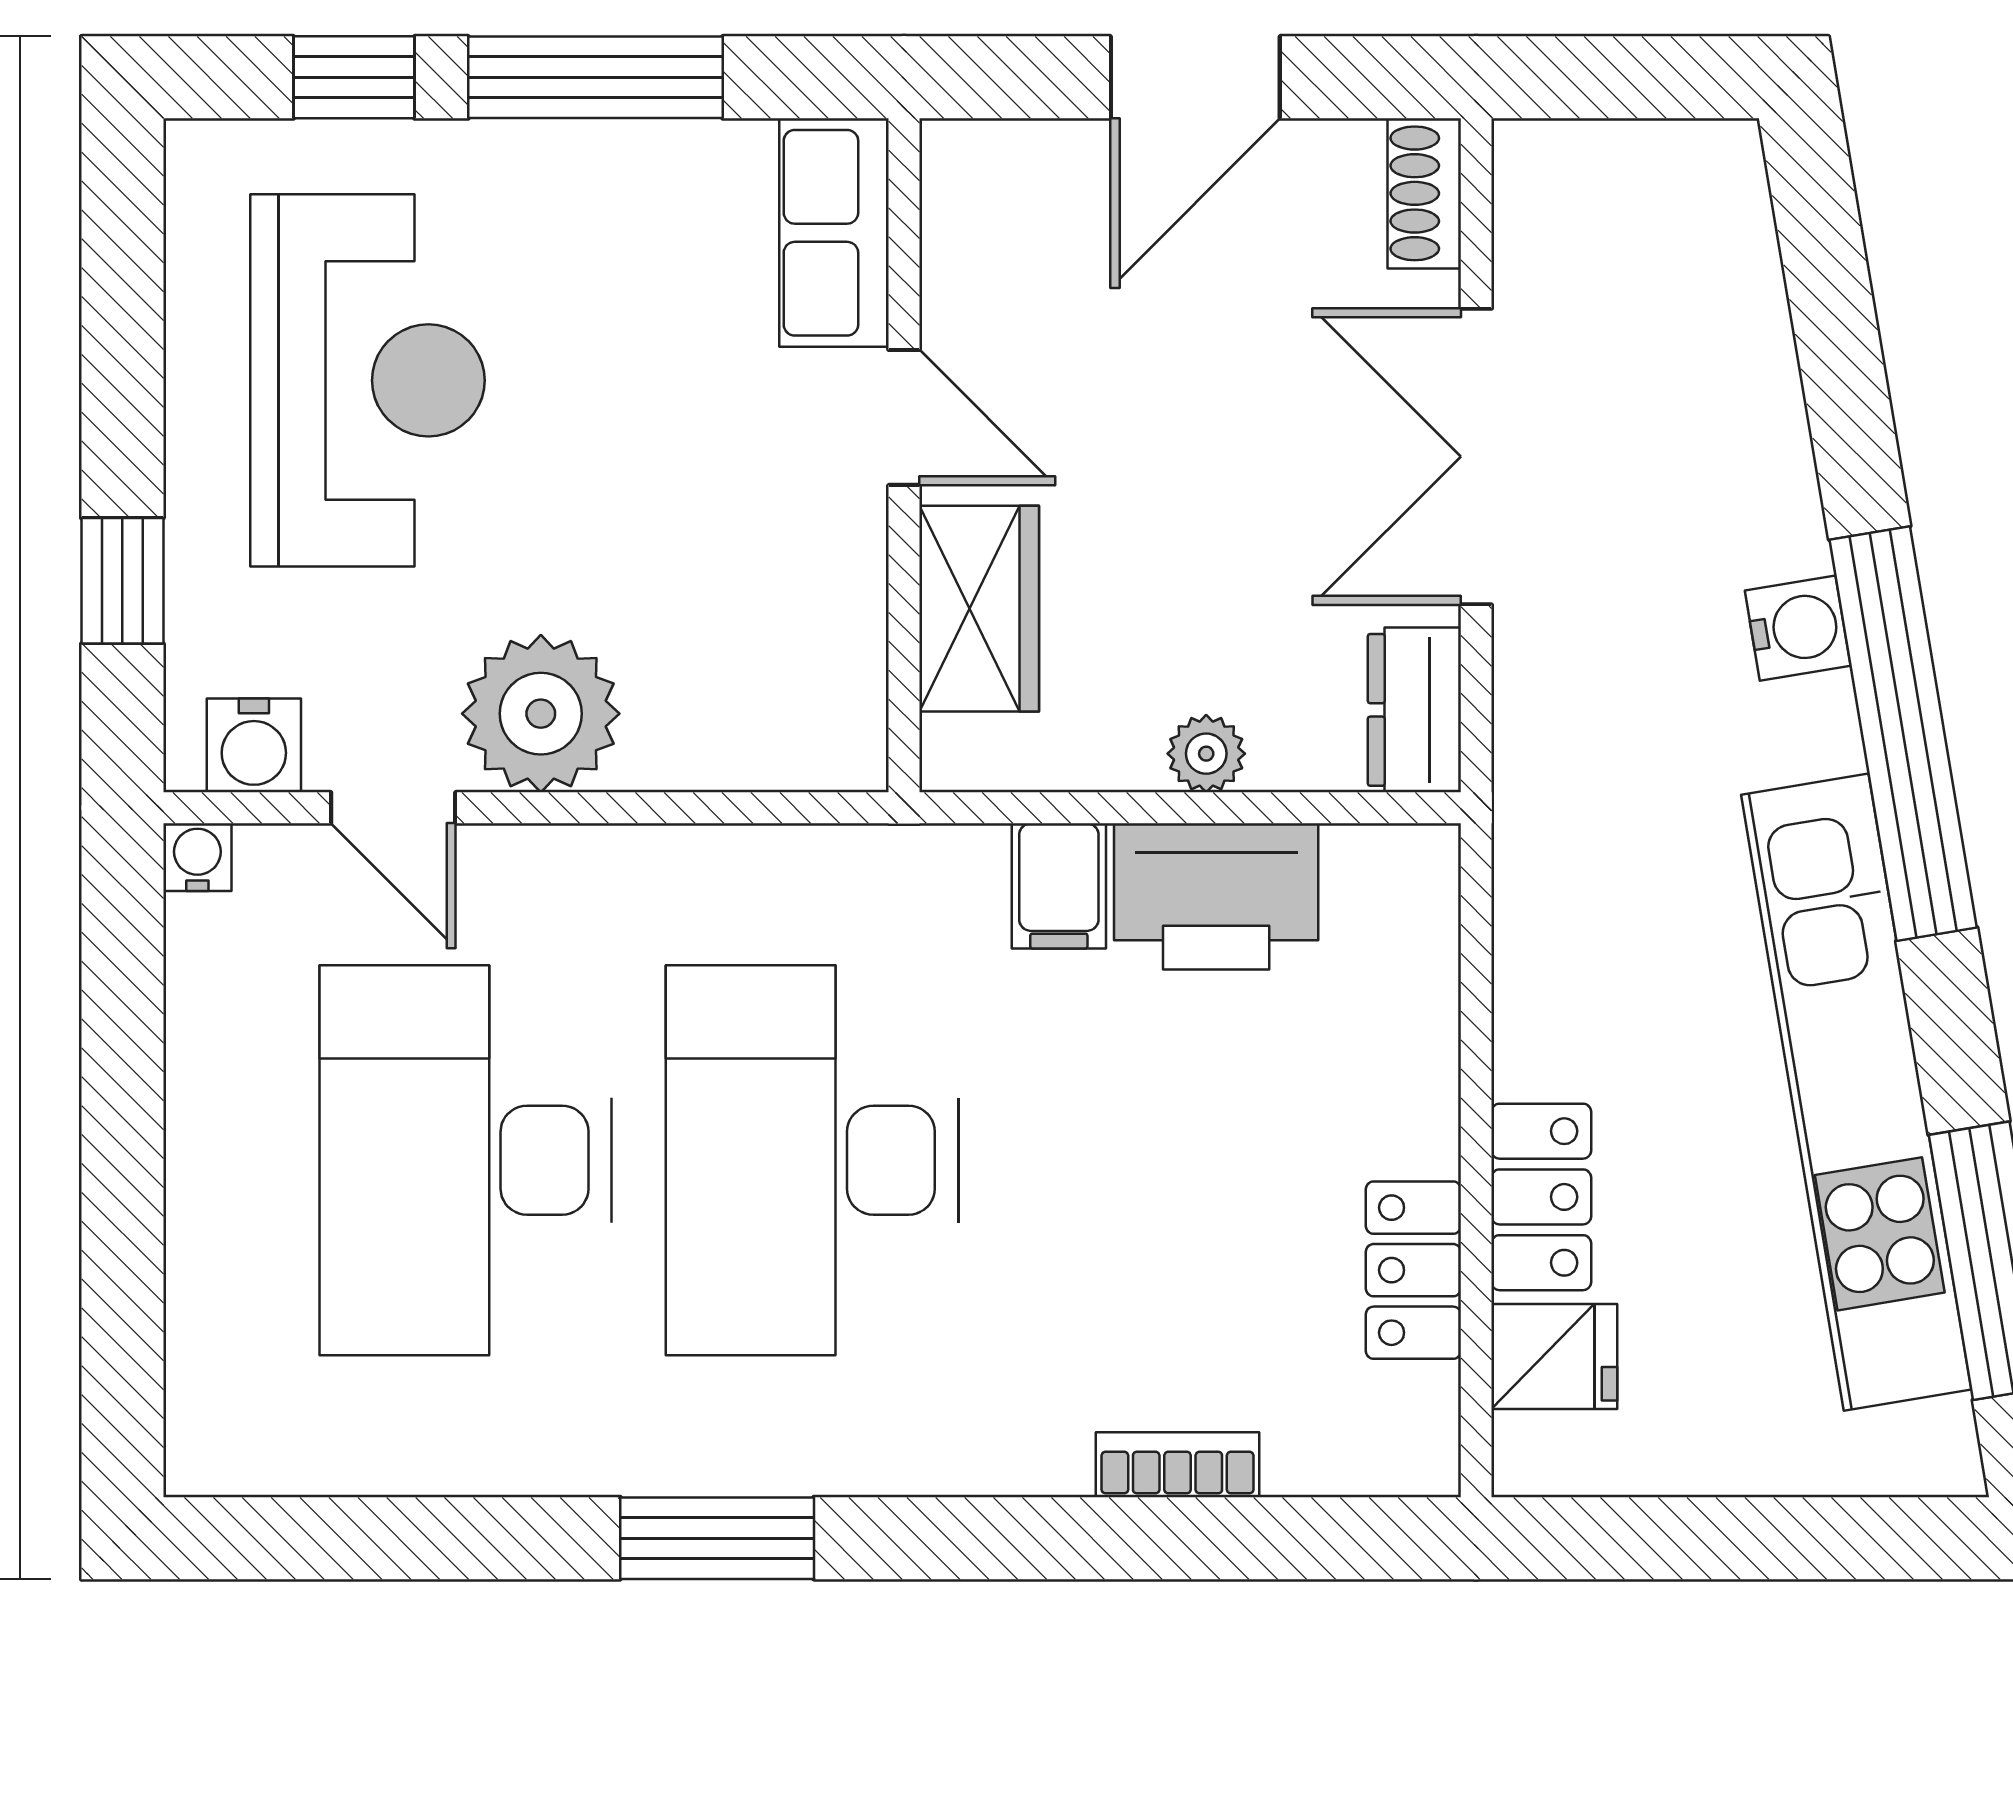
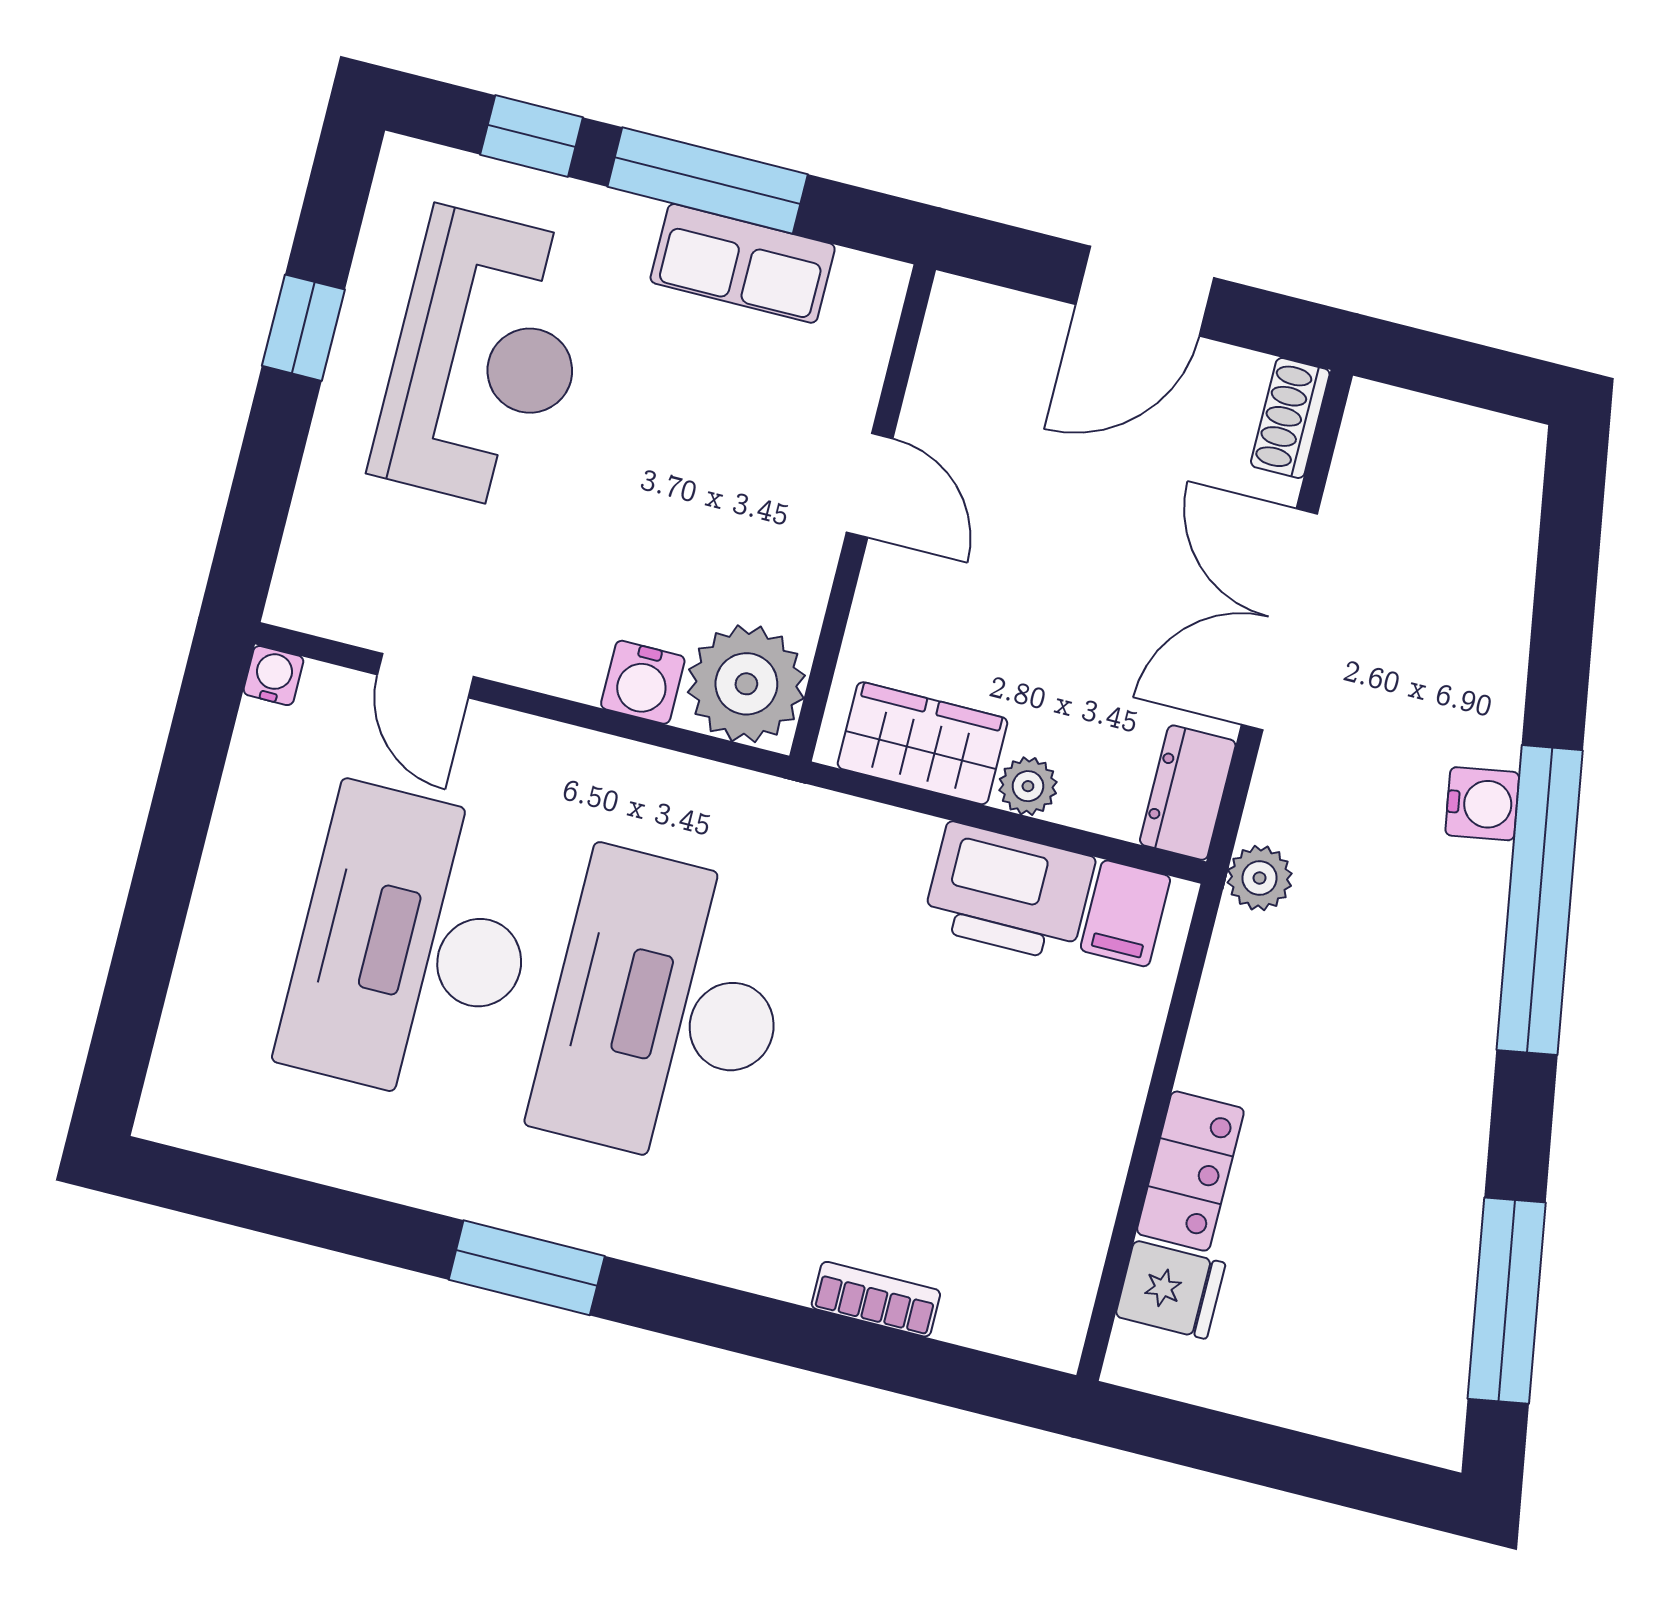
row of seats: (834, 233) -> (743, 263), moved, turned -90
window: (122, 581) -> (303, 328), moved
wardrobe: (979, 609) -> (922, 743), moved, turned -90
plant: (541, 714) -> (746, 684), moved
water cooler: (254, 745) -> (643, 682), moved
plant: (1535, 797) -> (1260, 878), added
filing cabinet: (1059, 886) -> (1125, 913), moved
kitchen unit: (1856, 1092) -> (1439, 1153), removed
locker: (1413, 1270) -> (1084, 1201), removed

